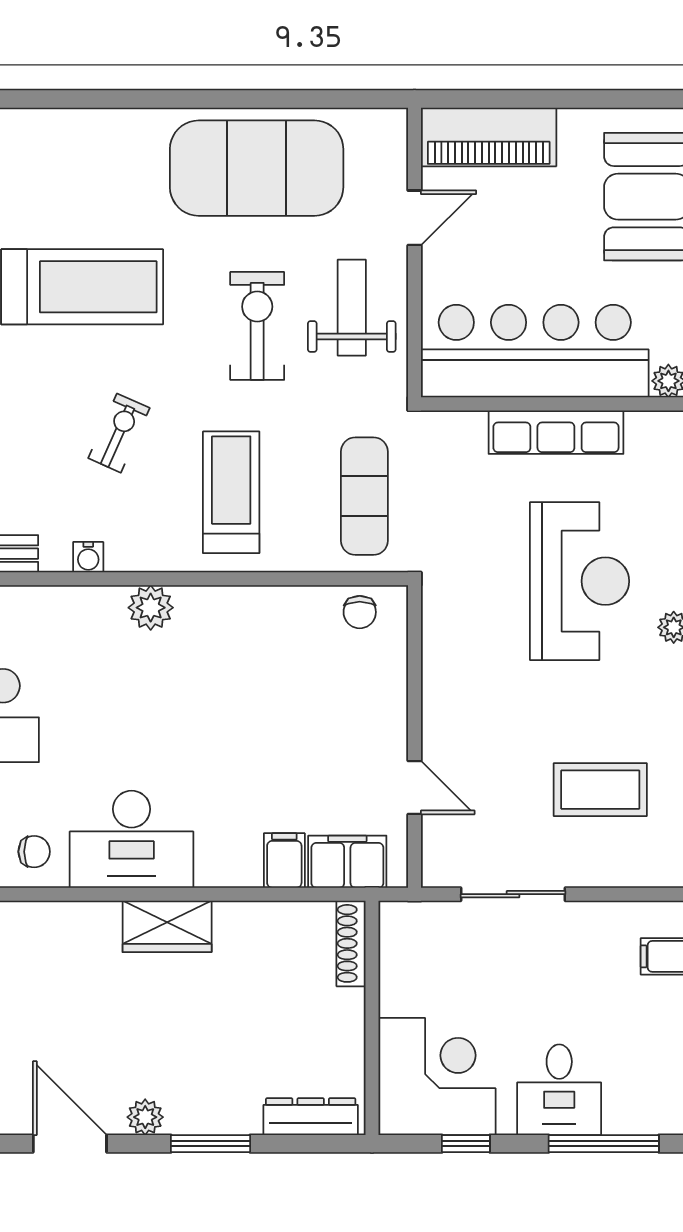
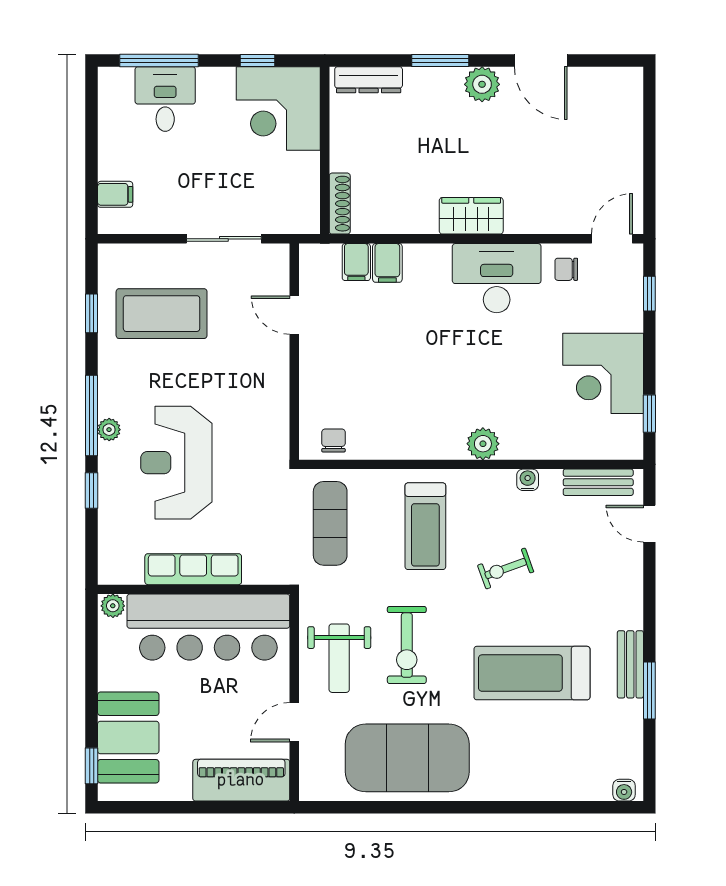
exercise bike: (119, 433) -> (506, 569), turned 46
coffee table: (600, 790) -> (162, 314), width x1.36, depth x1.32
filing cabinet: (347, 862) -> (356, 262), width x0.50
desk: (559, 1090) -> (165, 99), moved
plant: (145, 1117) -> (482, 84), width x1.38, depth x1.38

